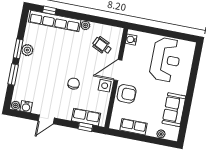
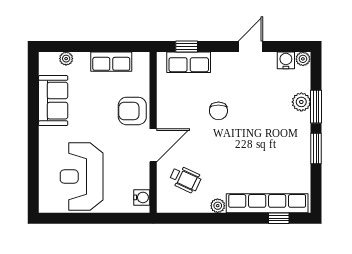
plant: (27, 50) -> (301, 102), moved
side table: (105, 86) -> (169, 117), removed

